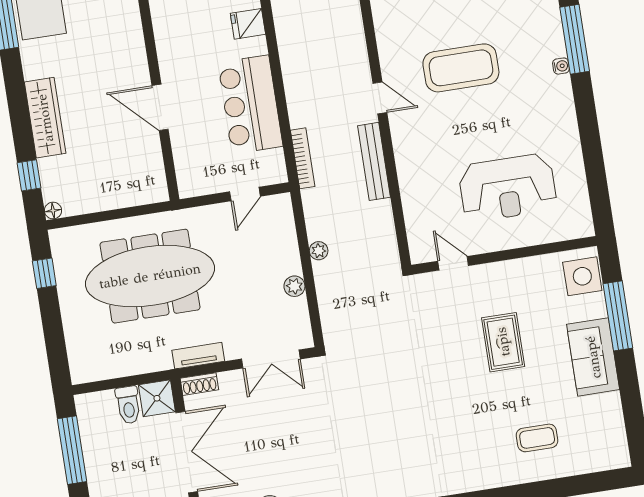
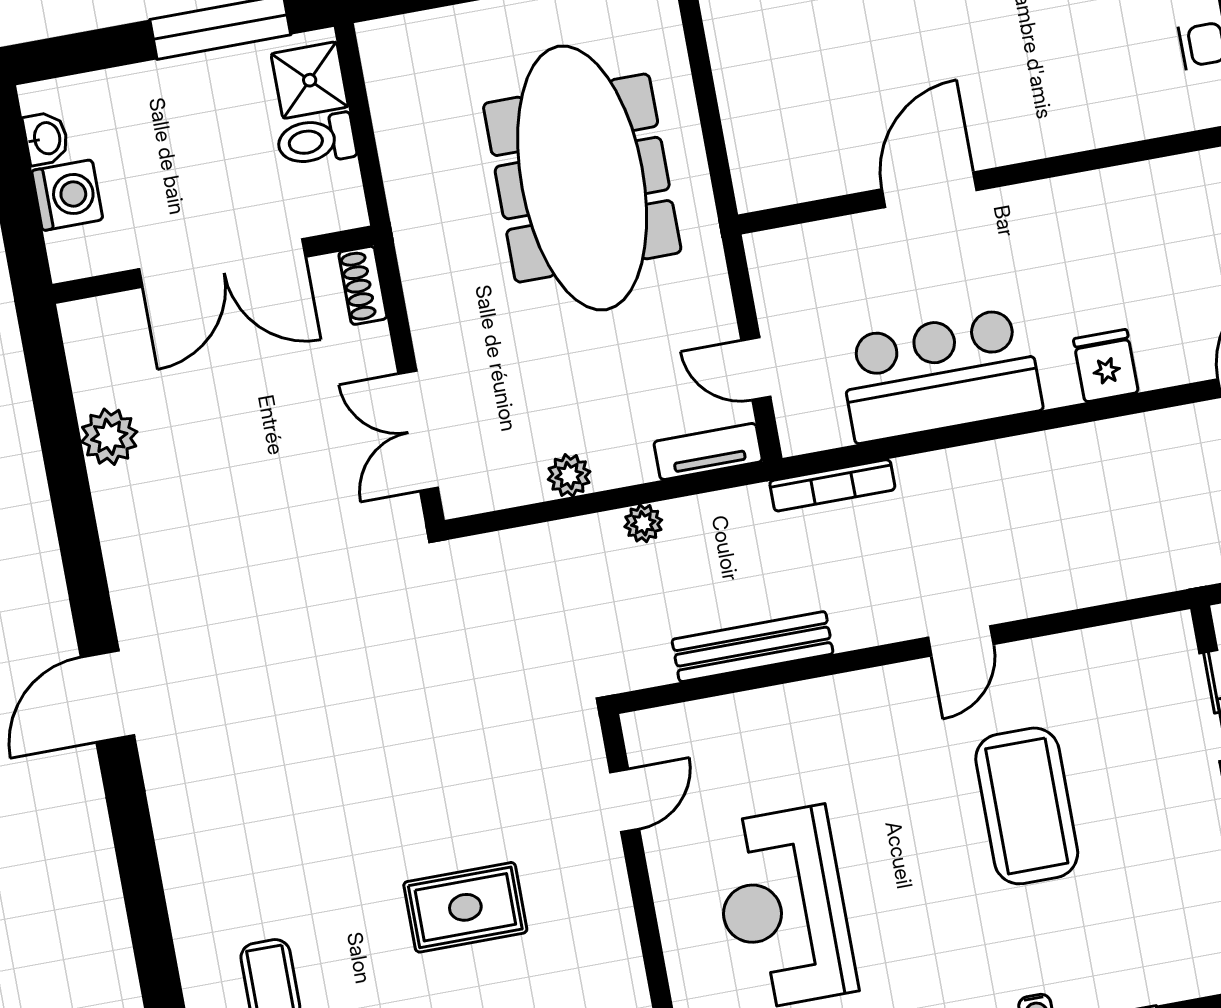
bench: (374, 161) -> (753, 647), moved
tv unit: (198, 356) -> (708, 451), moved, turned -90
shower: (157, 398) -> (310, 80), moved

